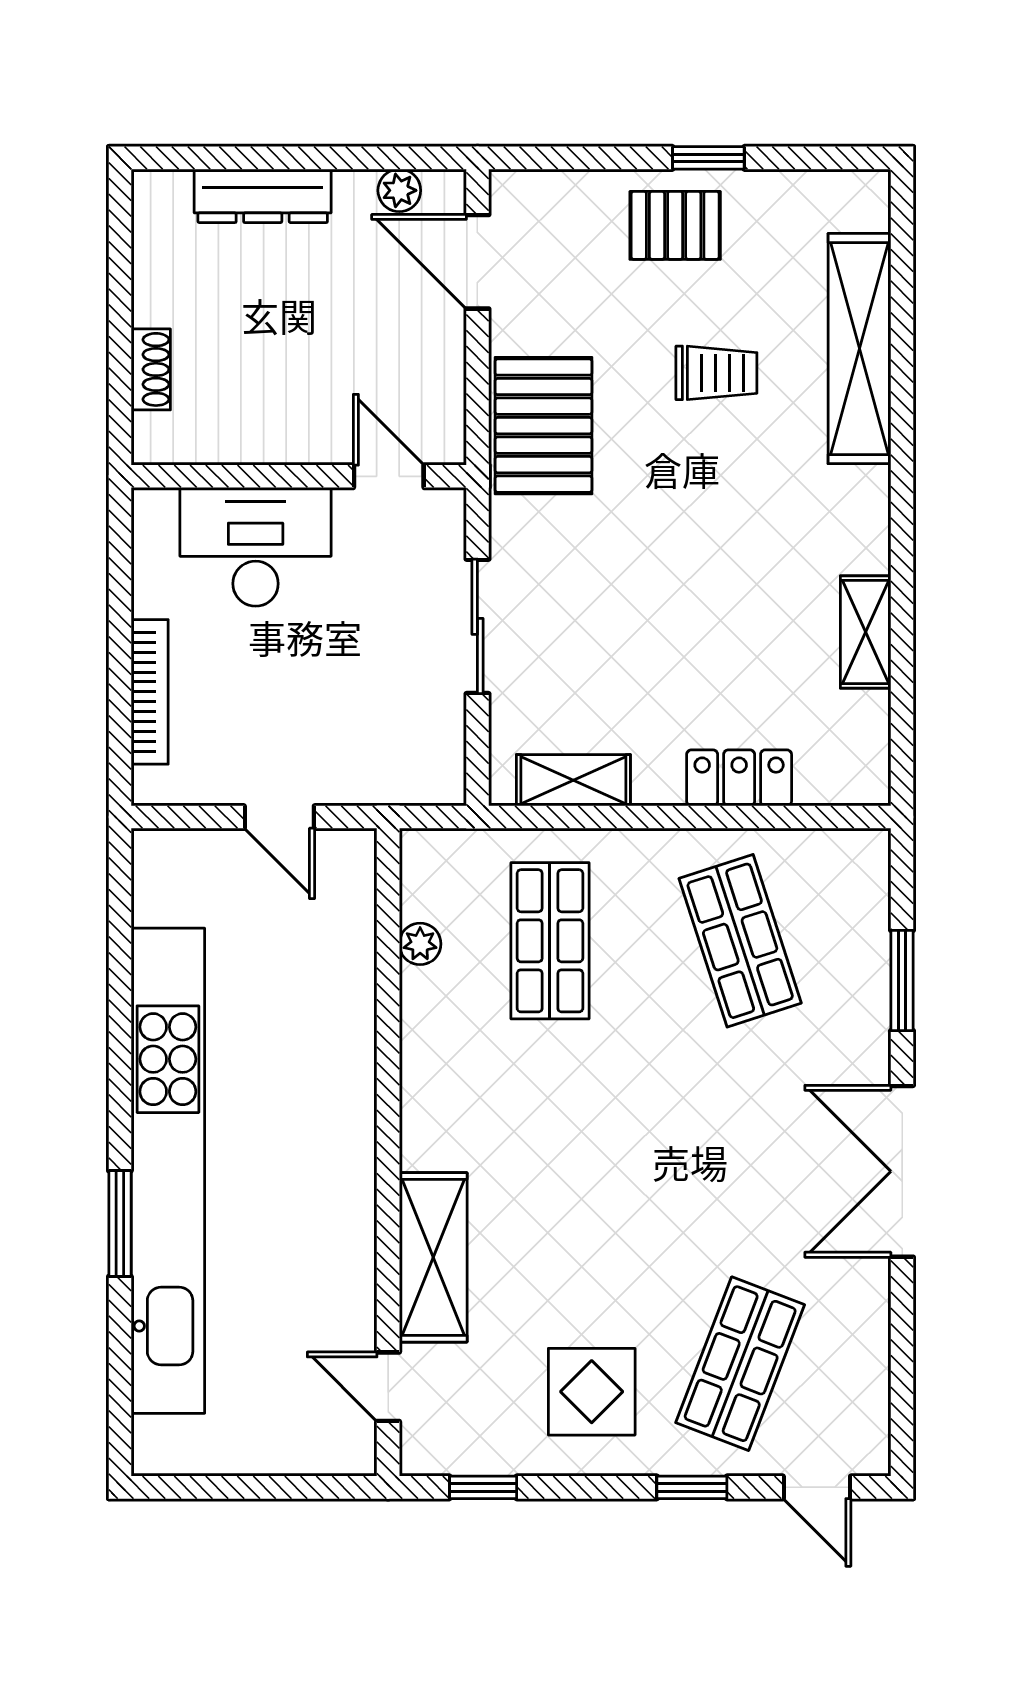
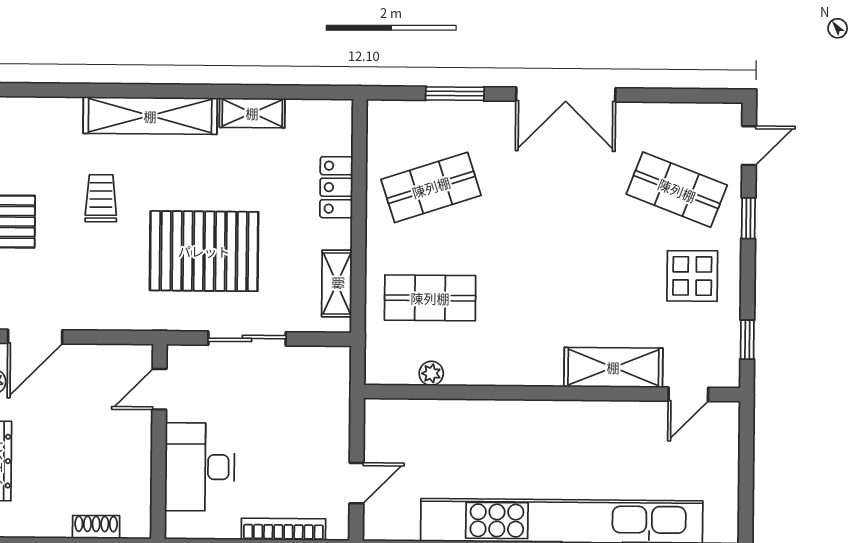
shelving: (859, 349) -> (150, 116), moved
pallet: (543, 426) -> (204, 251), moved, width x1.37, depth x1.41
door: (279, 817) -> (357, 483), moved

